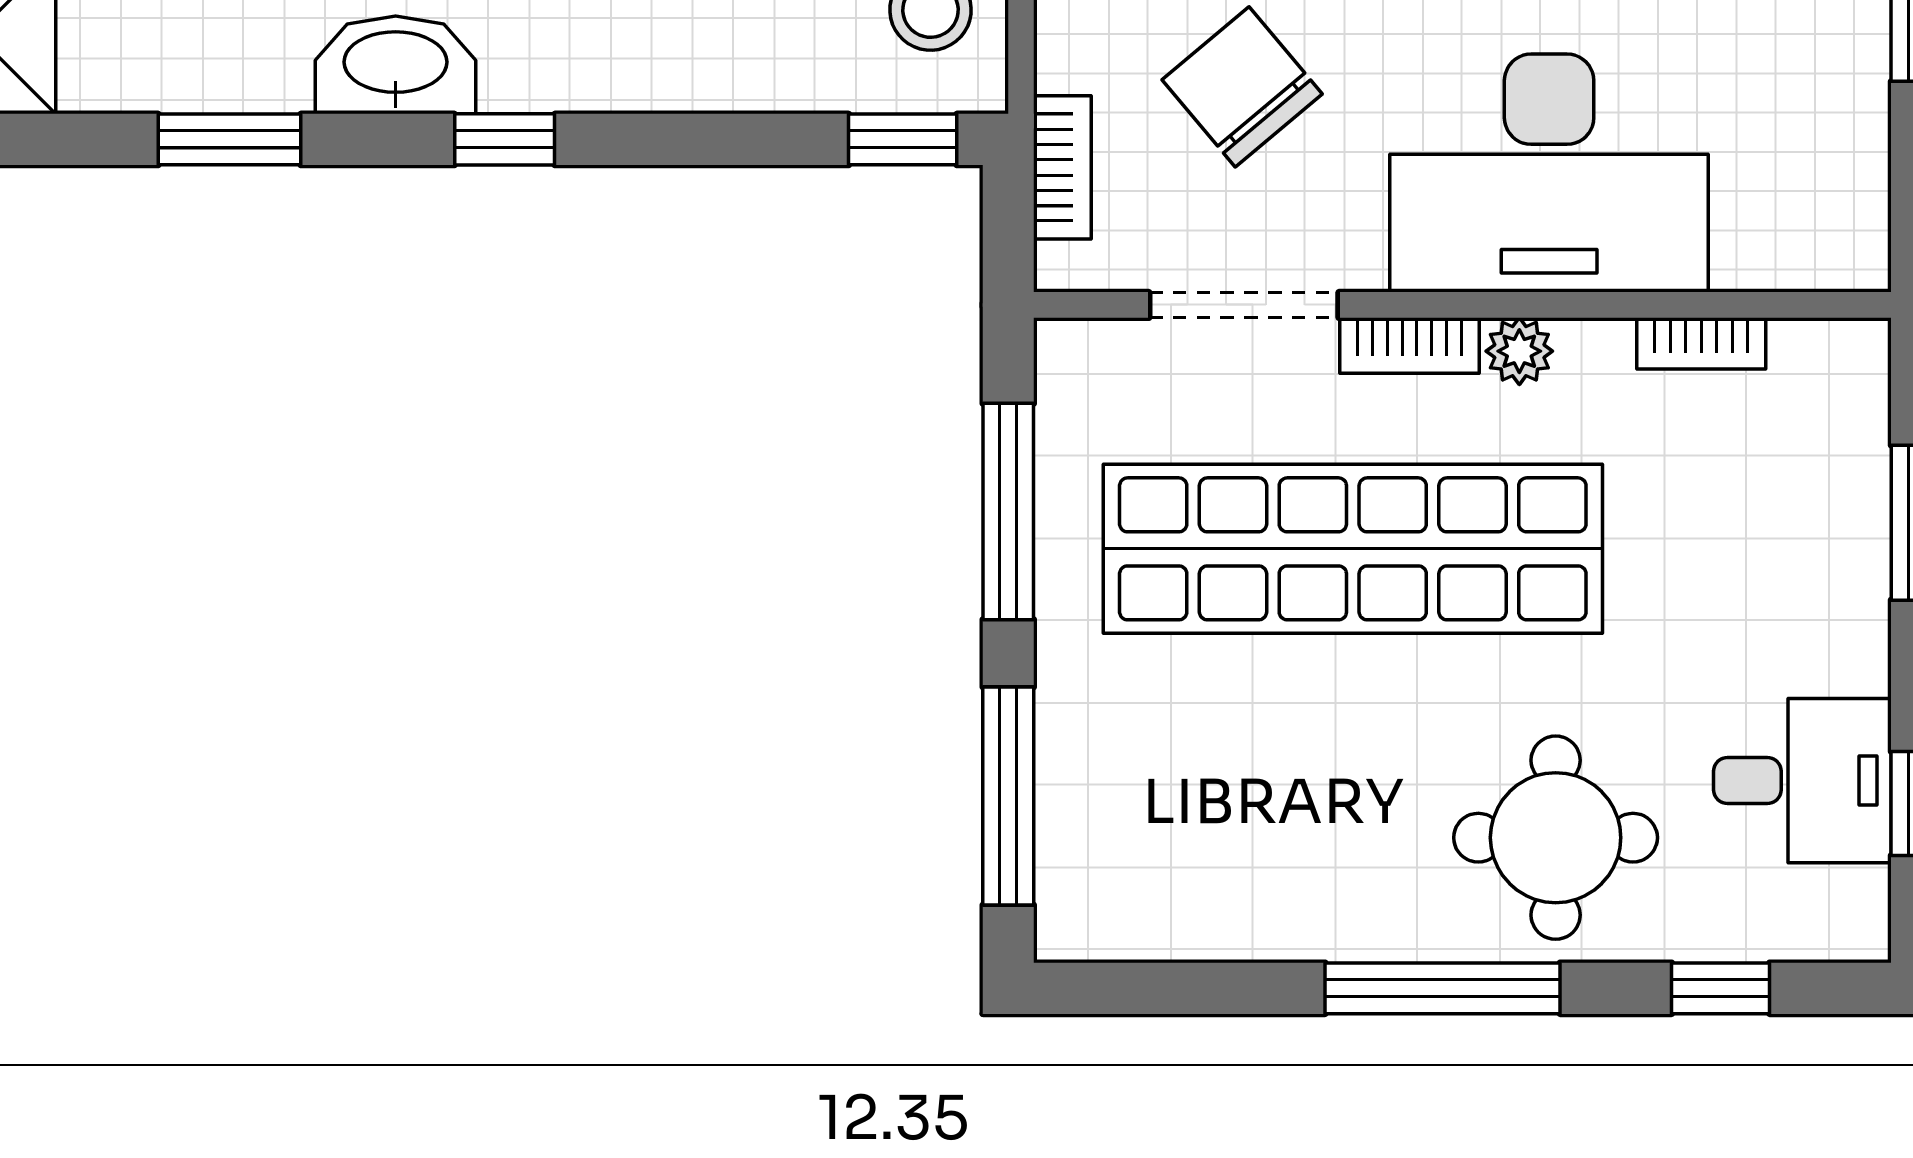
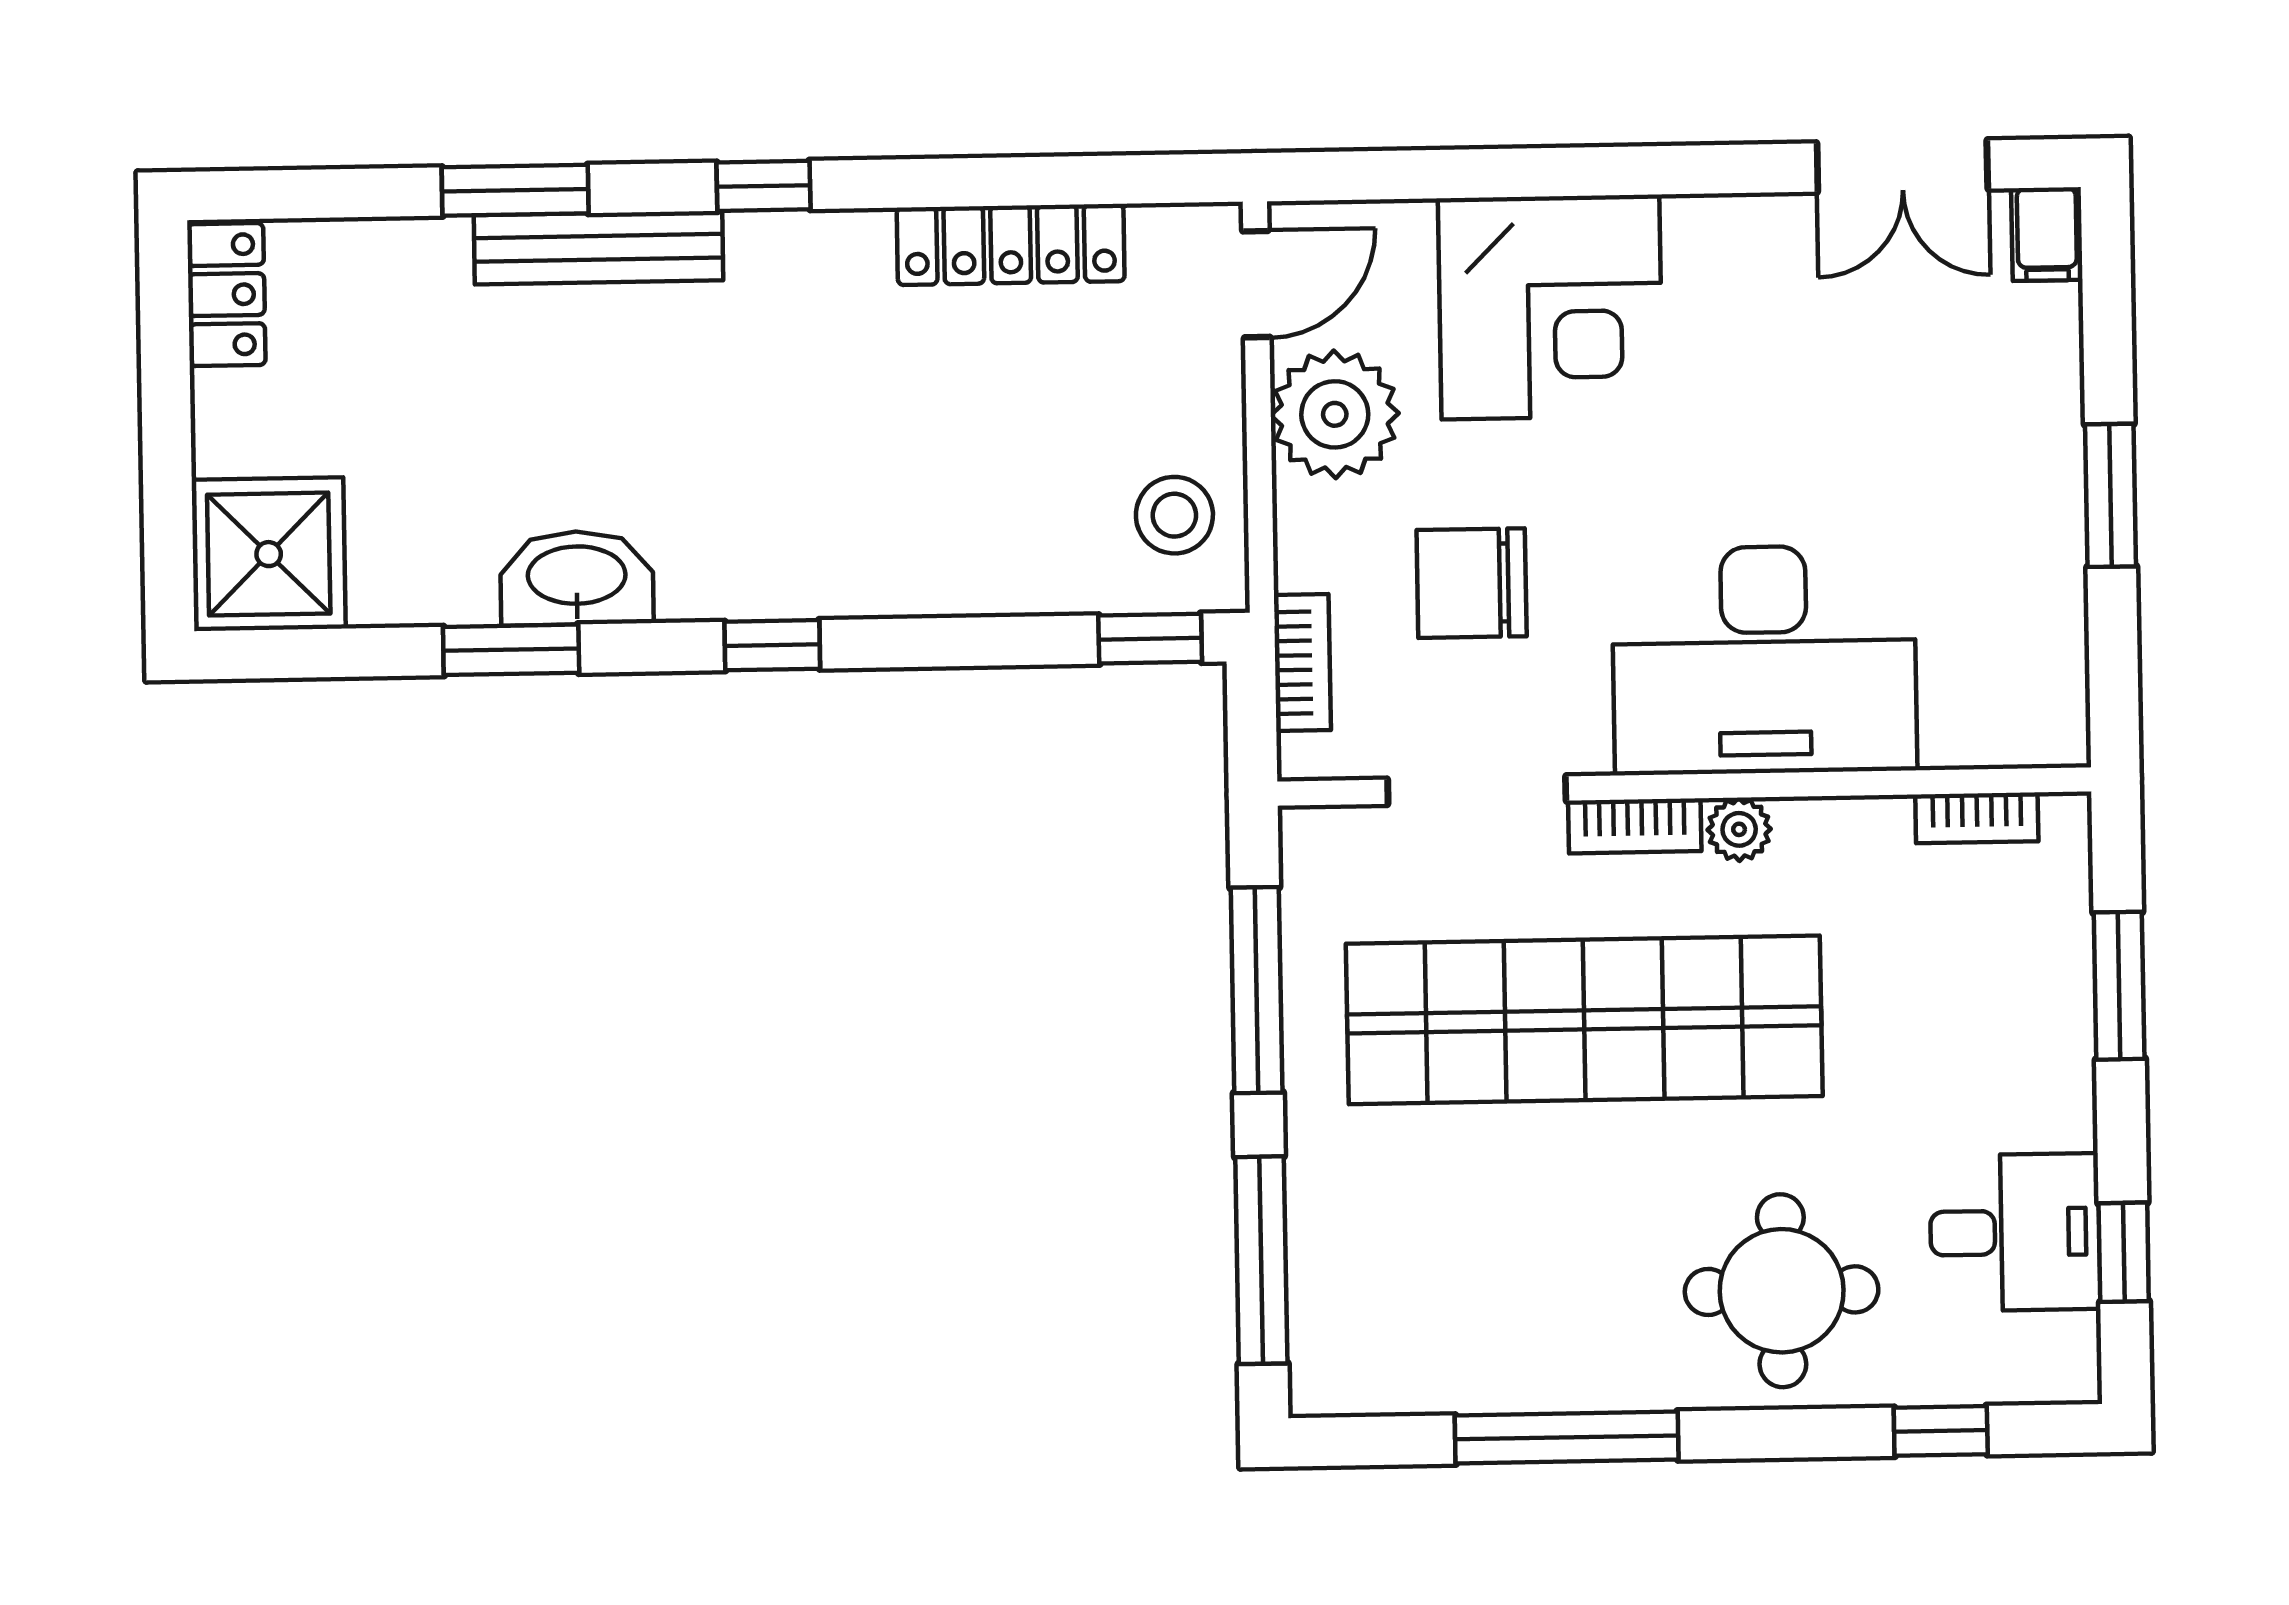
washbasin: (396, 65) -> (577, 578), moved
chair: (1242, 87) -> (1472, 583), turned -50
bookcase: (1701, 343) -> (1977, 818), moved
window: (1443, 988) -> (1567, 1438), moved

